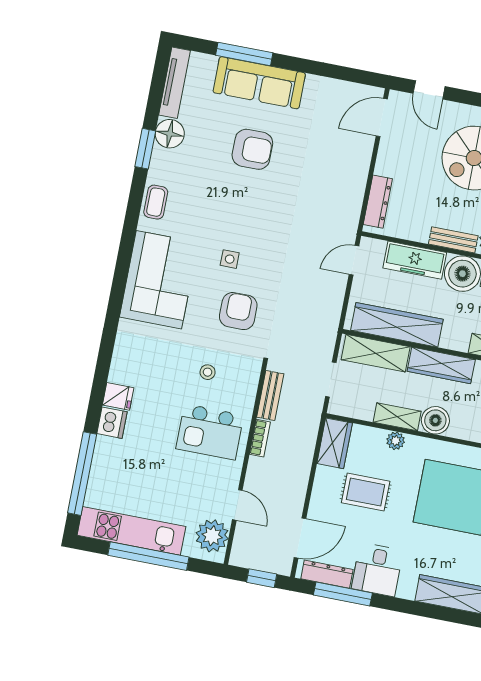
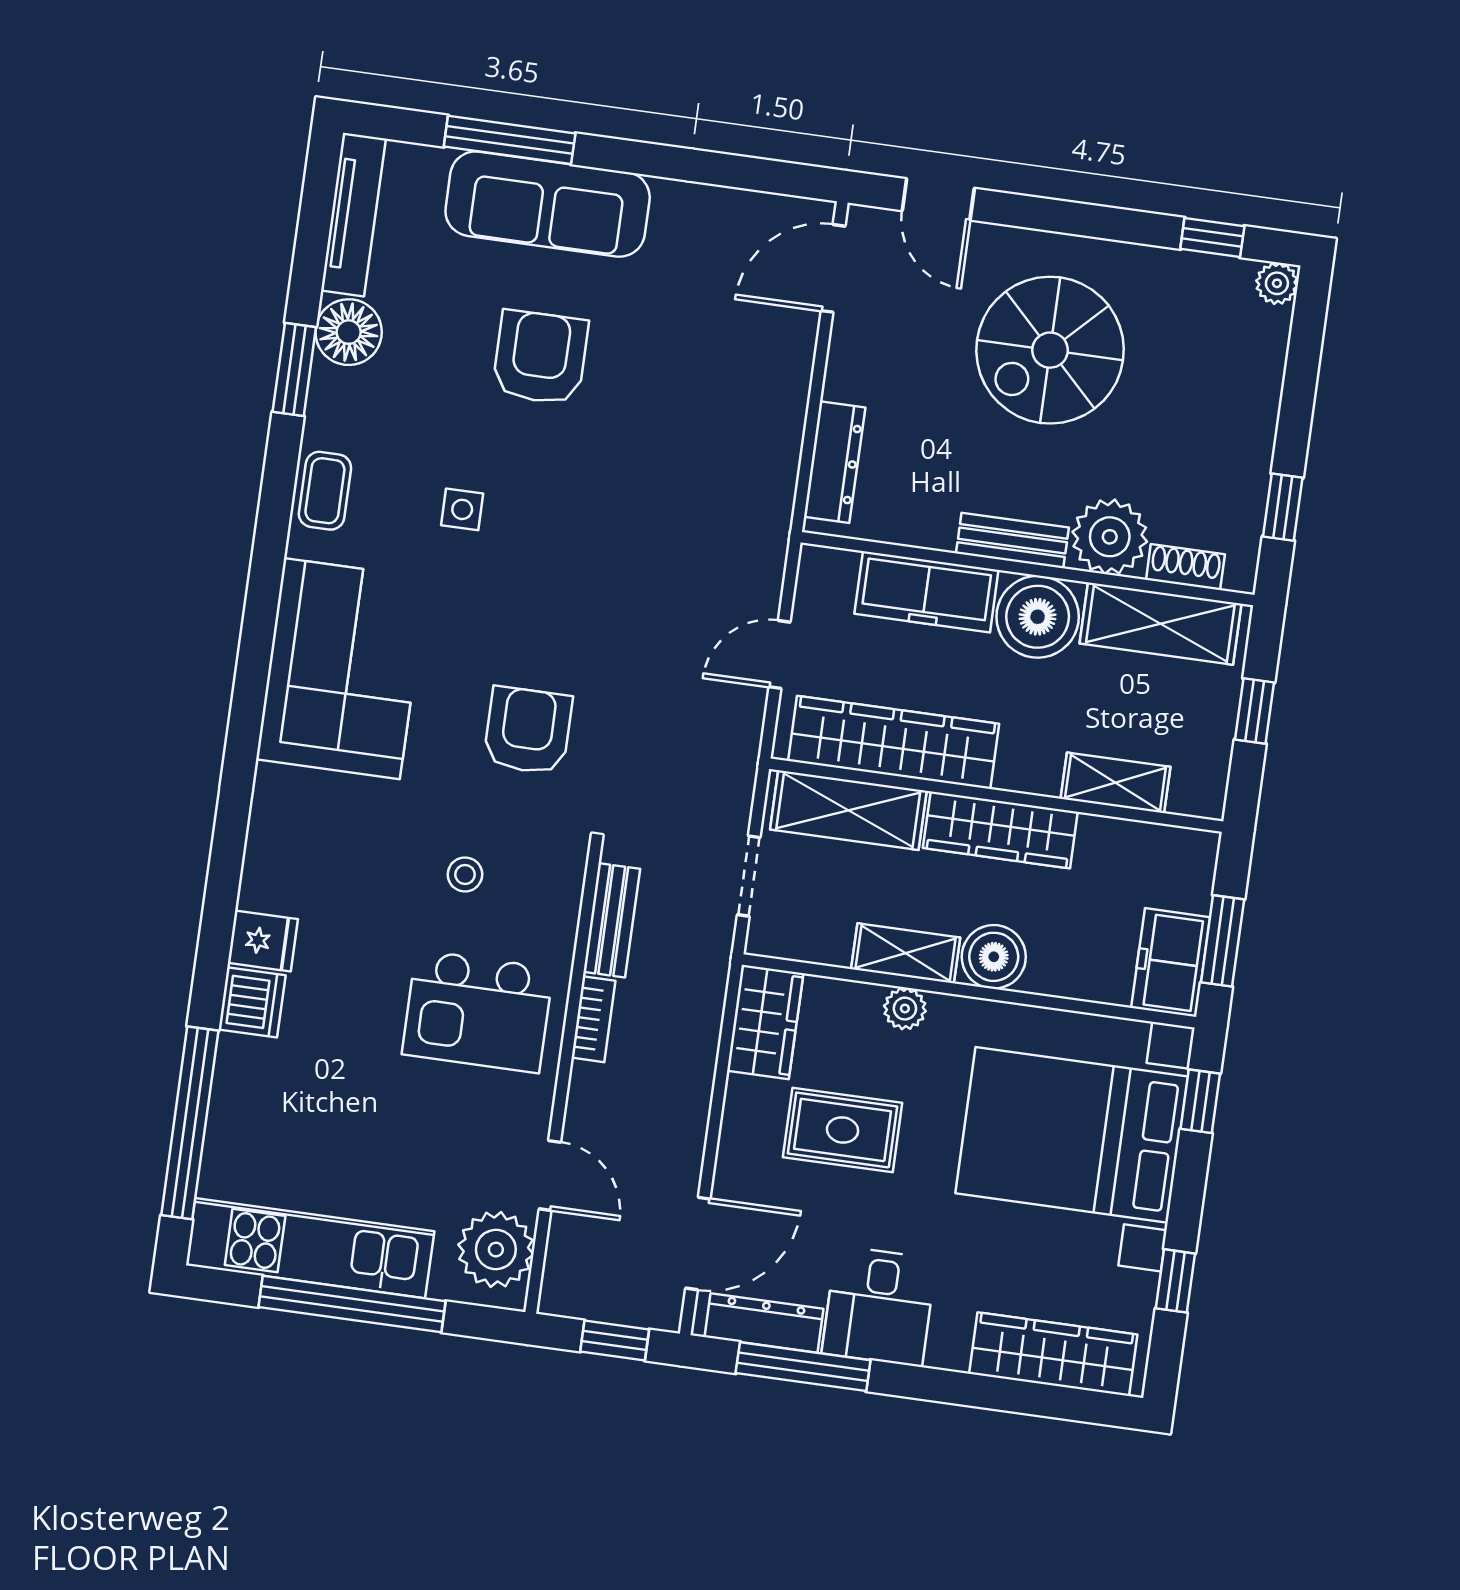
armchair: (252, 149) -> (540, 358), turned -90
side table: (230, 259) -> (462, 509), moved
door: (354, 260) -> (780, 654), moved

